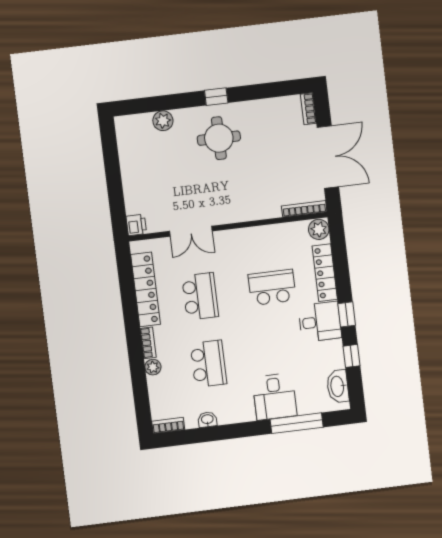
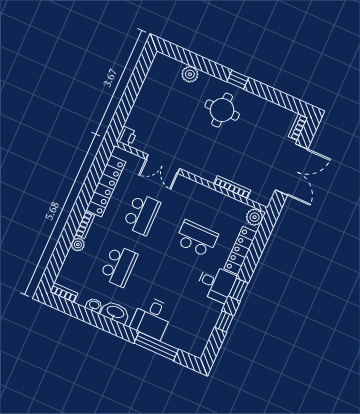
bookcase: (304, 209) -> (232, 187), moved
washbasin: (338, 386) -> (115, 312), moved, turned 90

